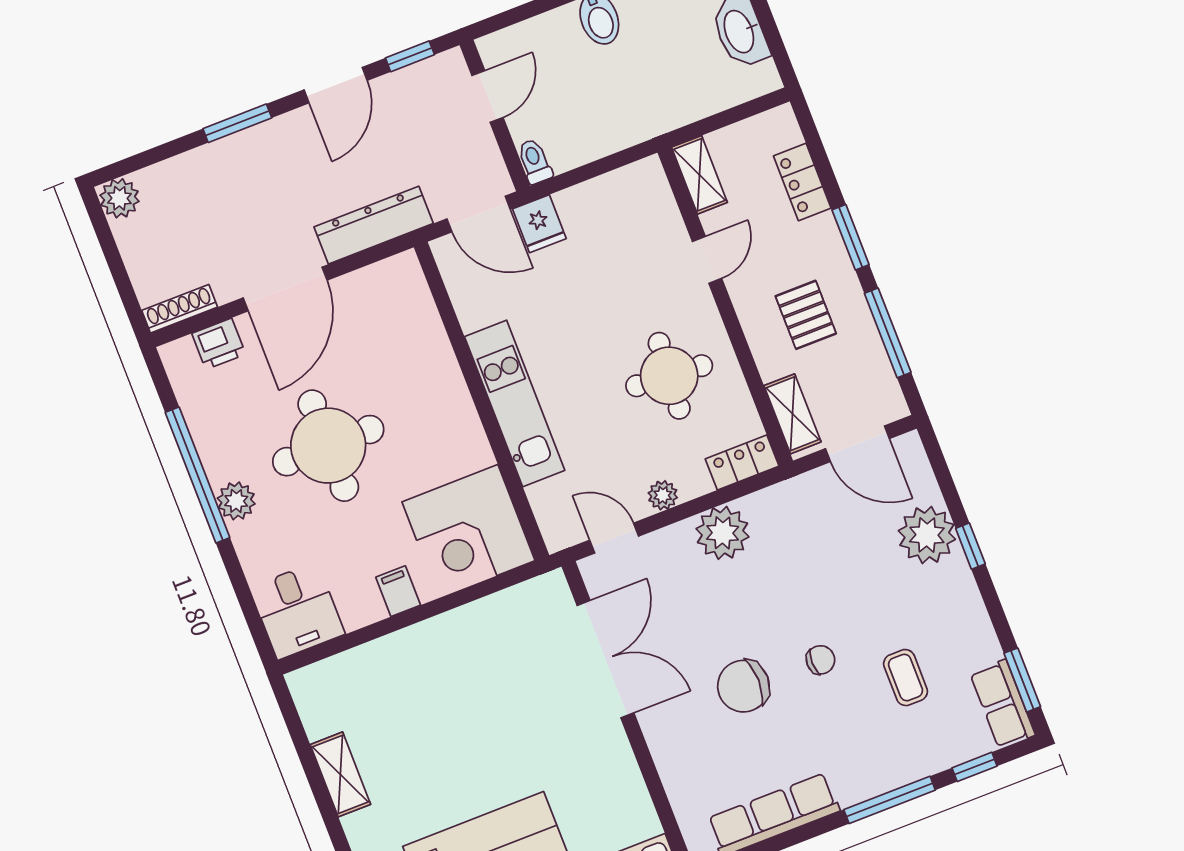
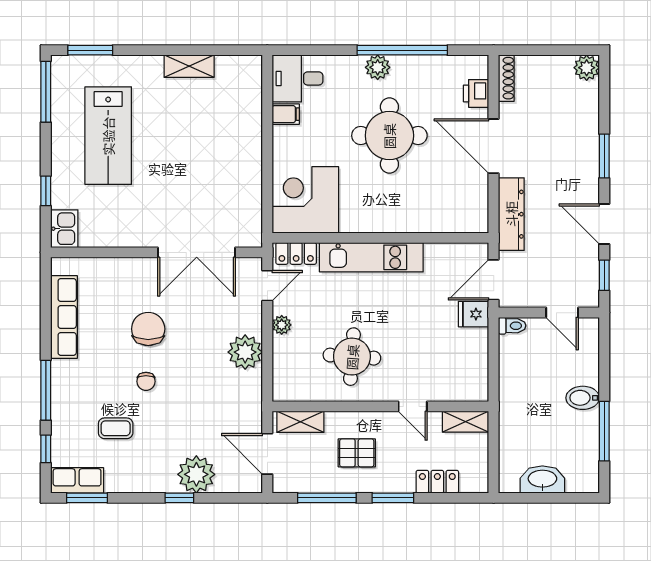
door: (857, 444) -> (267, 454), hinge flipped
locker: (742, 462) -> (296, 253), moved, turned 90
filing cabinet: (398, 591) -> (286, 114), moved

